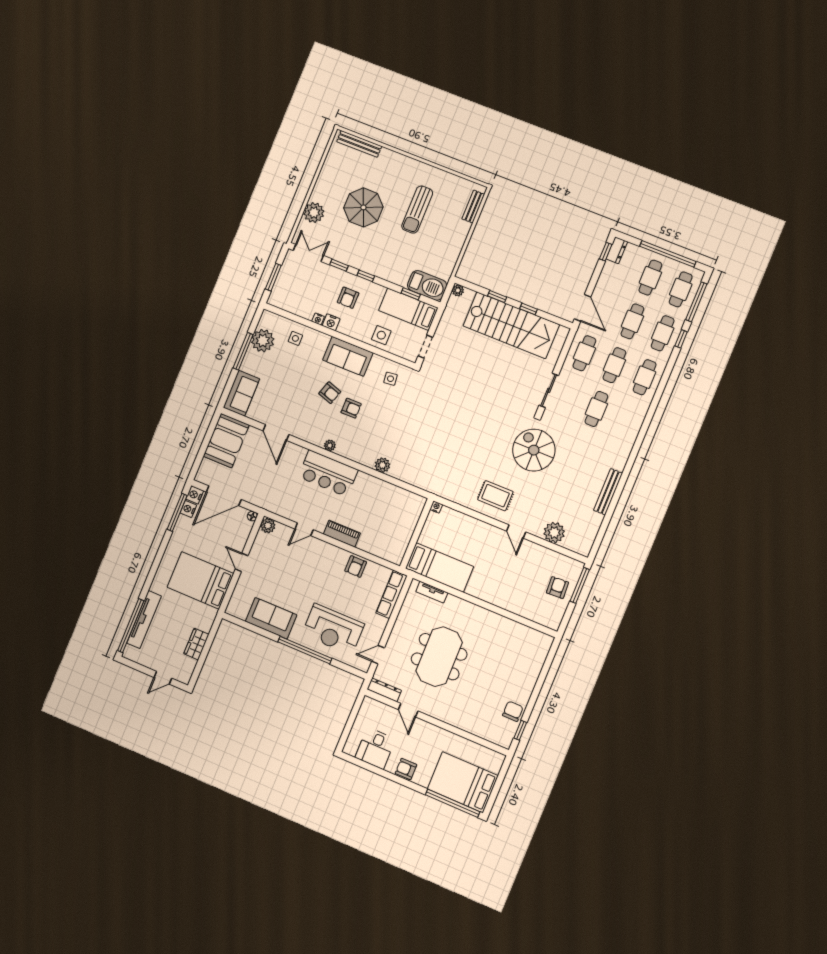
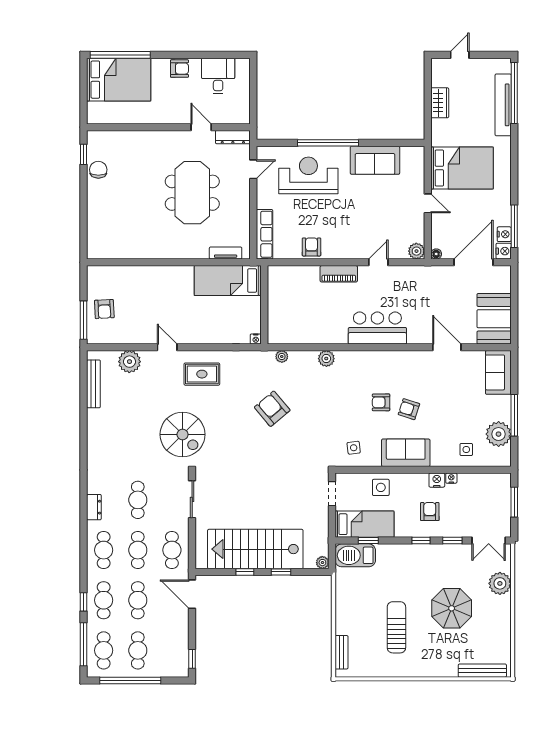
dresser: (617, 250) -> (94, 507), moved, turned 180
armchair: (447, 441) -> (272, 409), added
plant: (330, 445) -> (282, 357), moved
bench: (608, 492) -> (93, 384), moved
chair: (513, 711) -> (98, 170), turned 180

